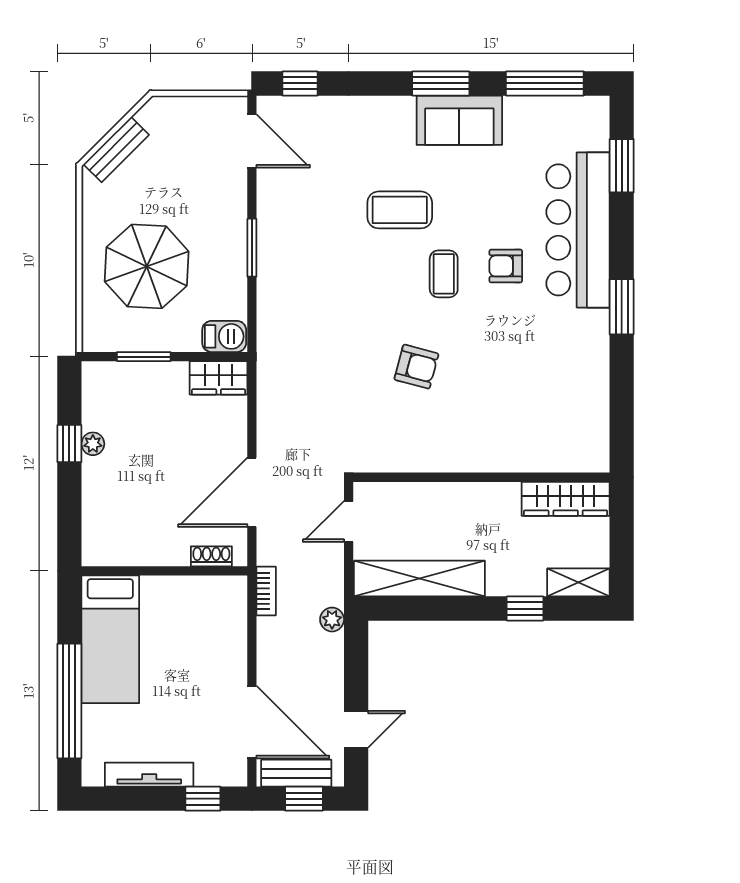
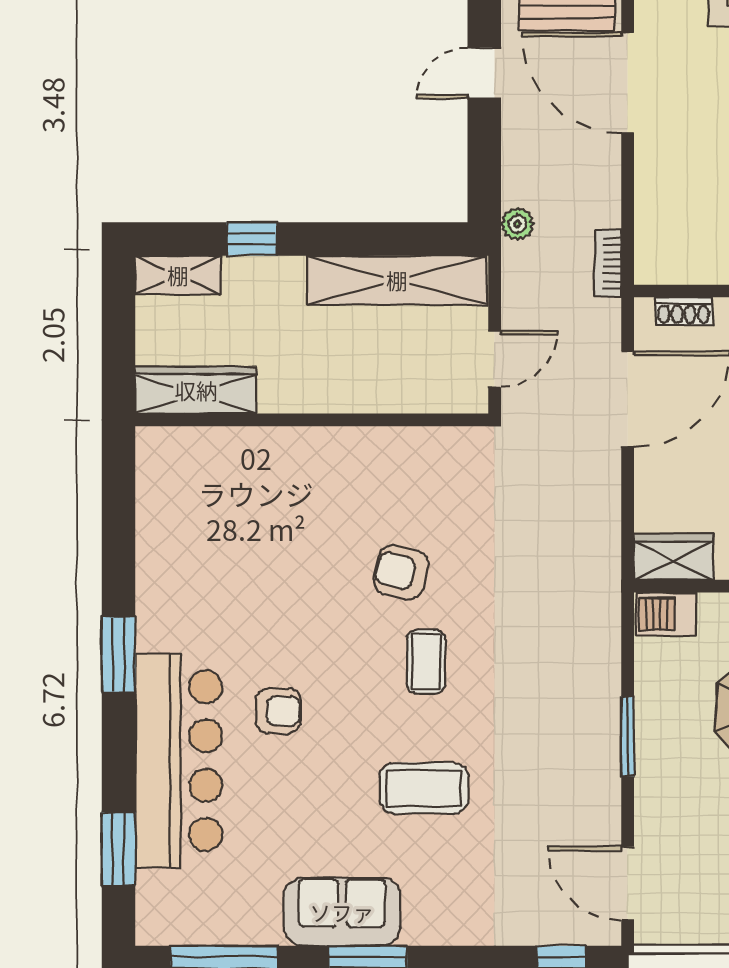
coffee table: (444, 274) -> (426, 661), moved

